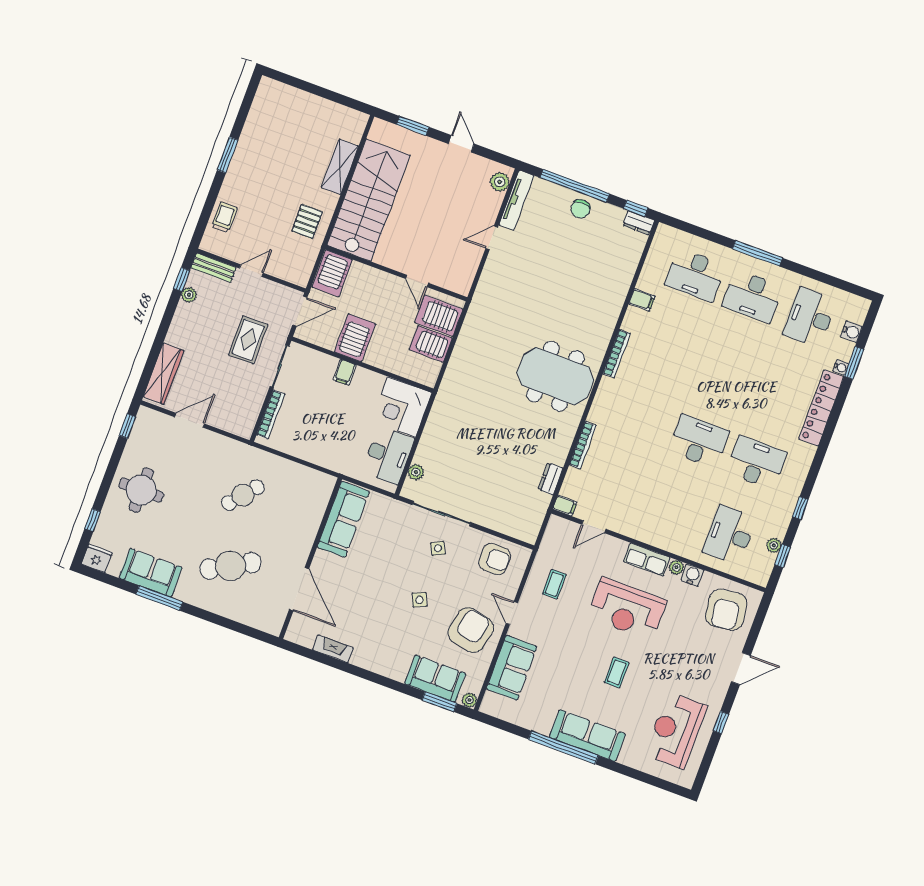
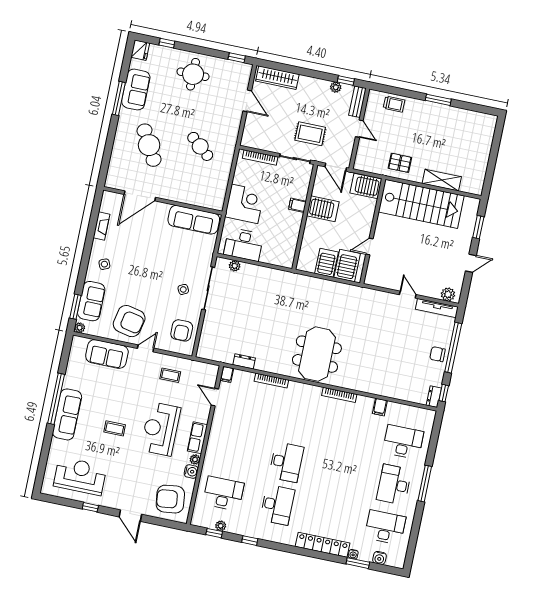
desk: (695, 275) -> (403, 442), turned 90
corner desk: (402, 407) -> (245, 204), moved, turned 90
side table: (420, 600) -> (104, 264), moved

